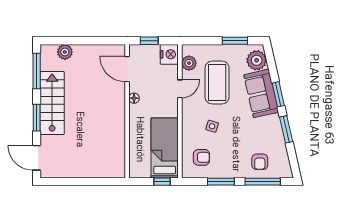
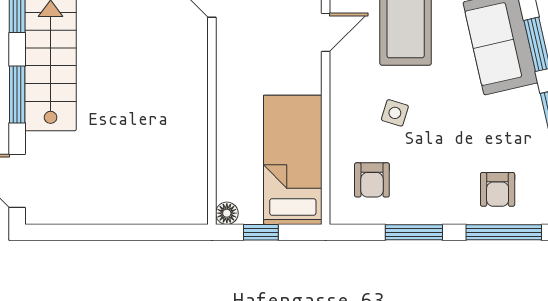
floor lamp: (134, 98) -> (227, 213), moved
armchair: (201, 157) -> (372, 180), turned 90
window: (162, 182) -> (261, 232), moved

